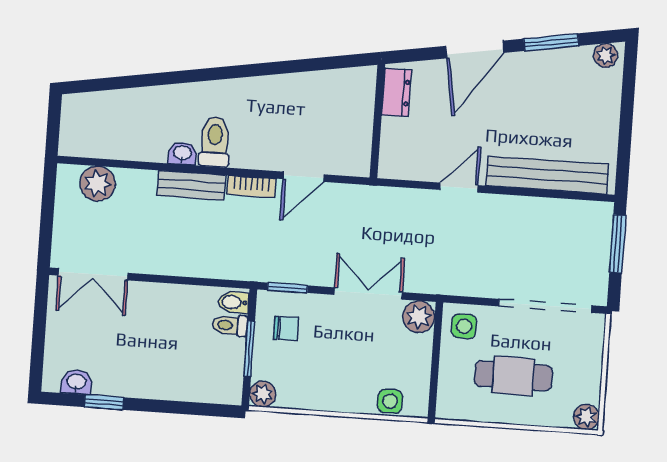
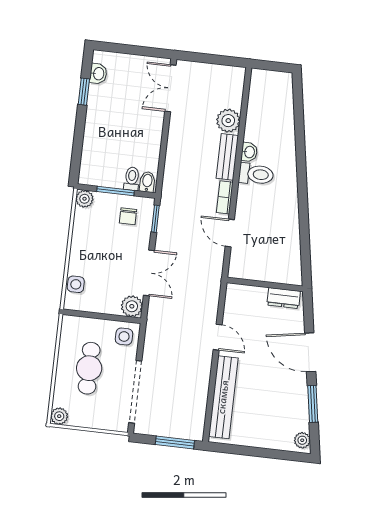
plant: (98, 184) -> (228, 121), moved

